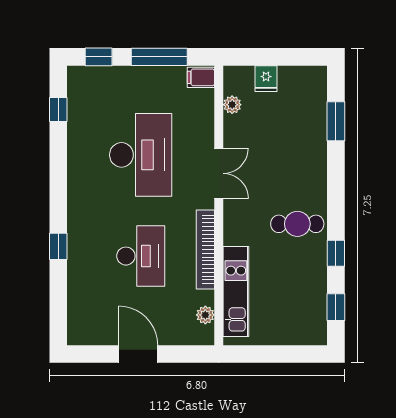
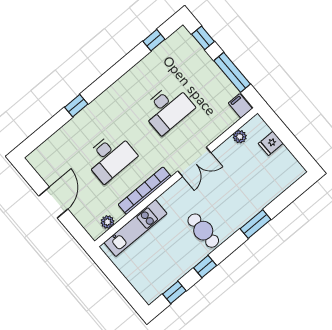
window: (336, 121) -> (256, 224), moved
desk: (141, 155) -> (168, 109), width x0.73, depth x0.77

